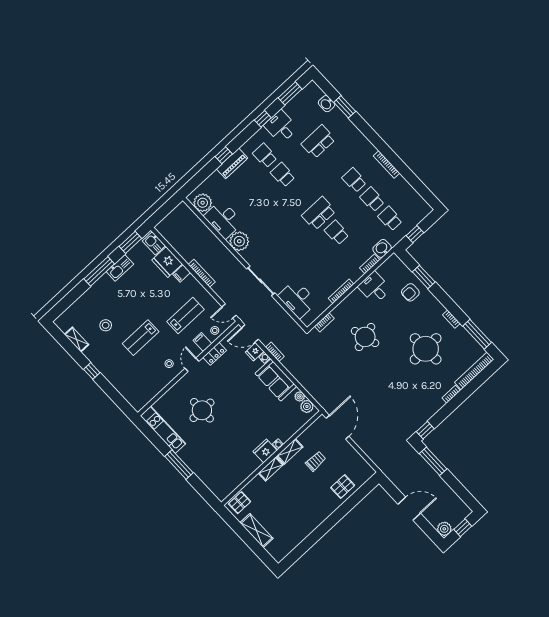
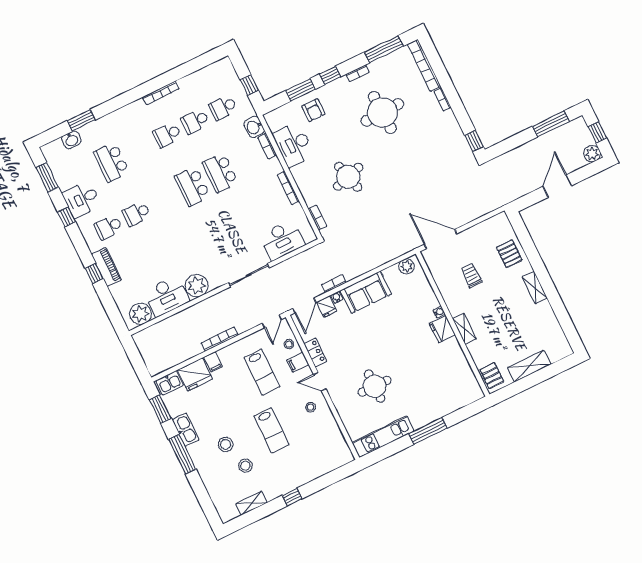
school desk: (337, 232) -> (220, 173), width x1.85
desk: (374, 288) -> (294, 144), width x1.37
window: (443, 297) -> (330, 75), added
stool: (118, 304) -> (226, 444), added
lab bench: (185, 316) -> (262, 372), turned 180
plant: (300, 397) -> (393, 271), removed
shelving: (290, 451) -> (535, 287), moved
window: (433, 461) -> (551, 124), moved

